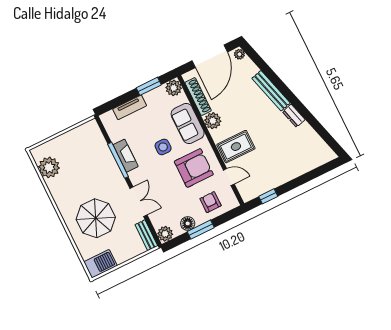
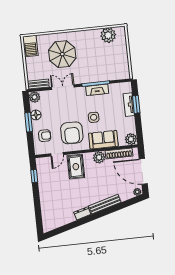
window: (149, 86) -> (136, 104), moved
double door: (138, 202) -> (63, 87), swing flipped

